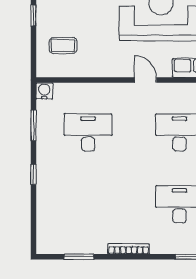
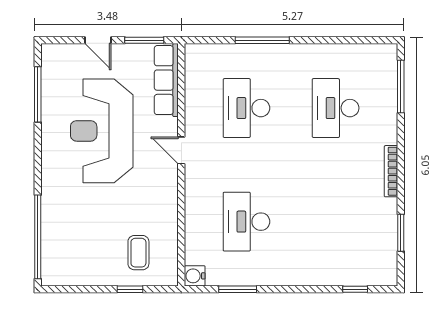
window: (33, 15) -> (130, 289), moved
door: (145, 80) -> (181, 150), hinge flipped
window: (33, 174) -> (355, 289), moved

